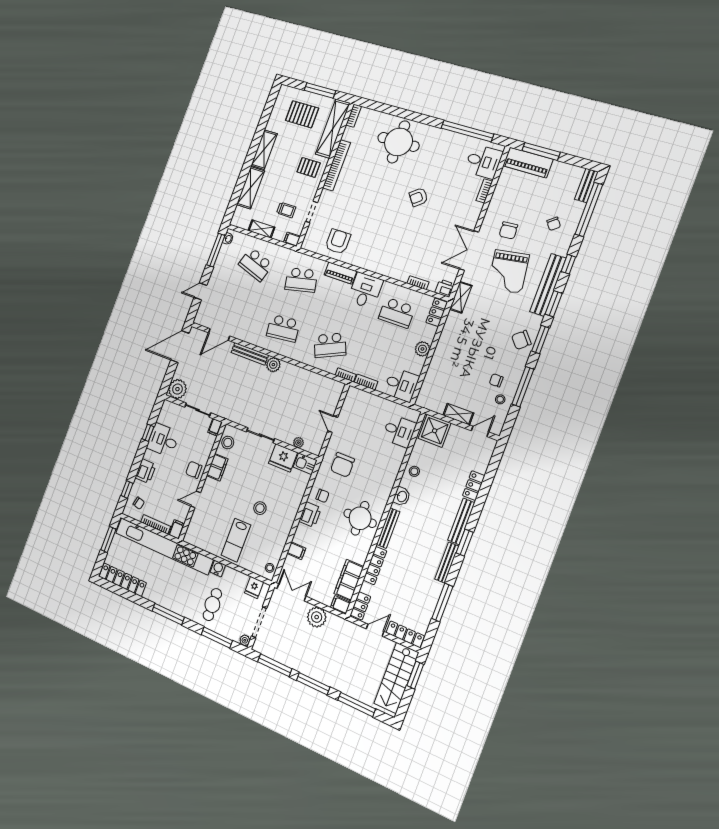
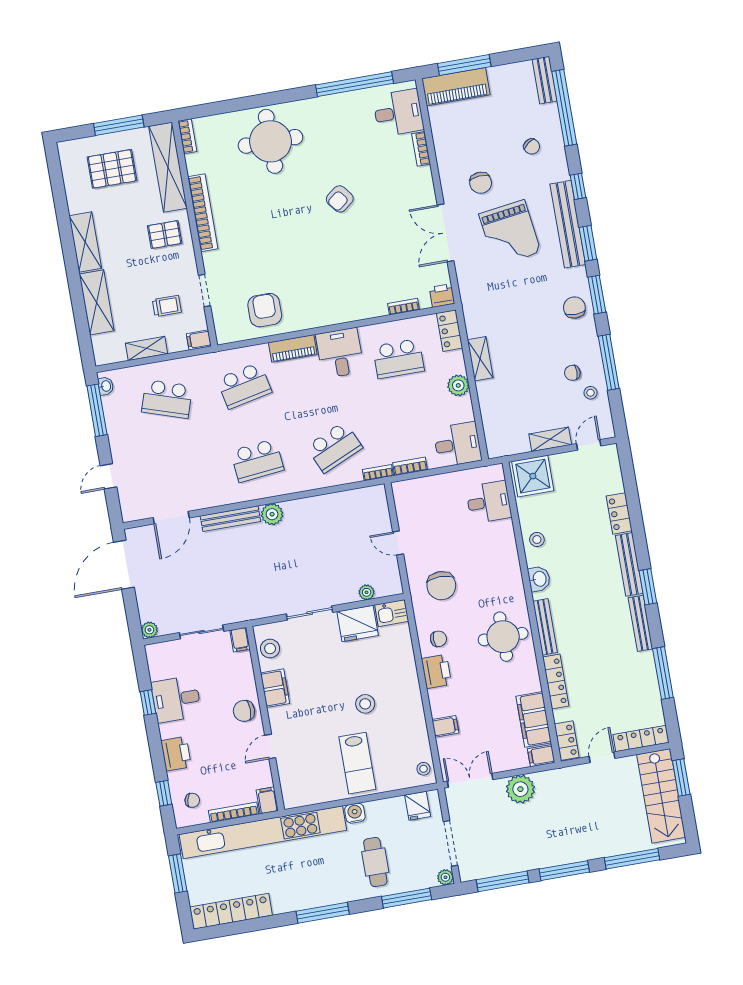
shelving: (461, 297) -> (480, 359), moved
chair: (521, 340) -> (574, 308), turned 130
plant: (177, 389) -> (149, 630), width x0.53, depth x0.53

